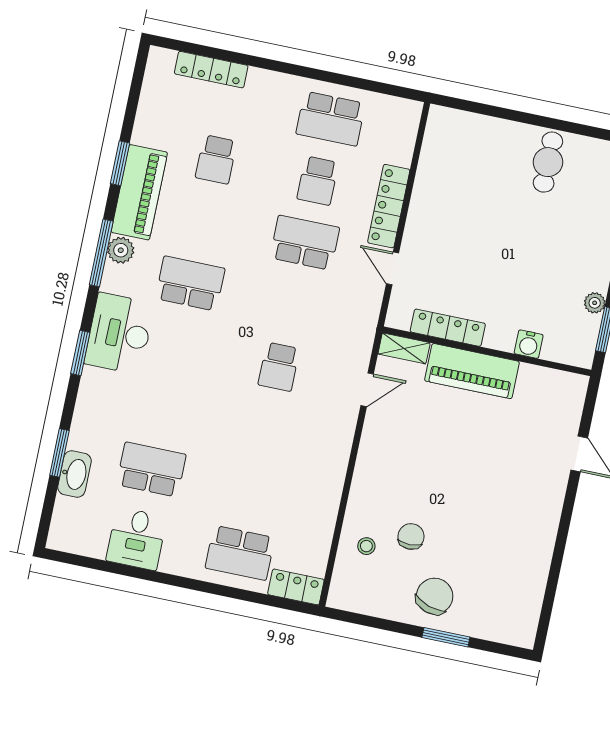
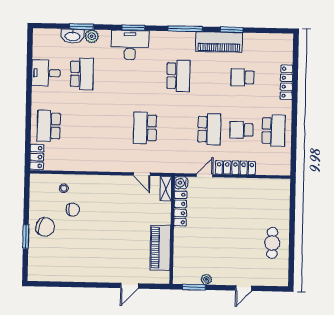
locker: (211, 70) -> (287, 82), moved
school desk: (331, 119) -> (274, 131), turned 180
cafe table: (548, 162) -> (272, 243), turned 90
plant: (121, 250) -> (92, 36), moved
desk: (119, 334) -> (130, 45), moved
water cooler: (529, 344) -> (181, 183), moved
school desk: (279, 367) -> (145, 128), width x1.85
piano: (472, 371) -> (160, 248), moved

